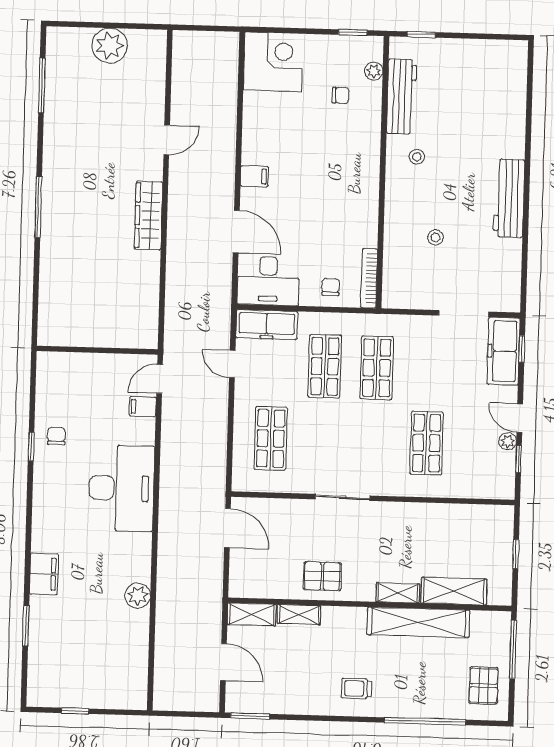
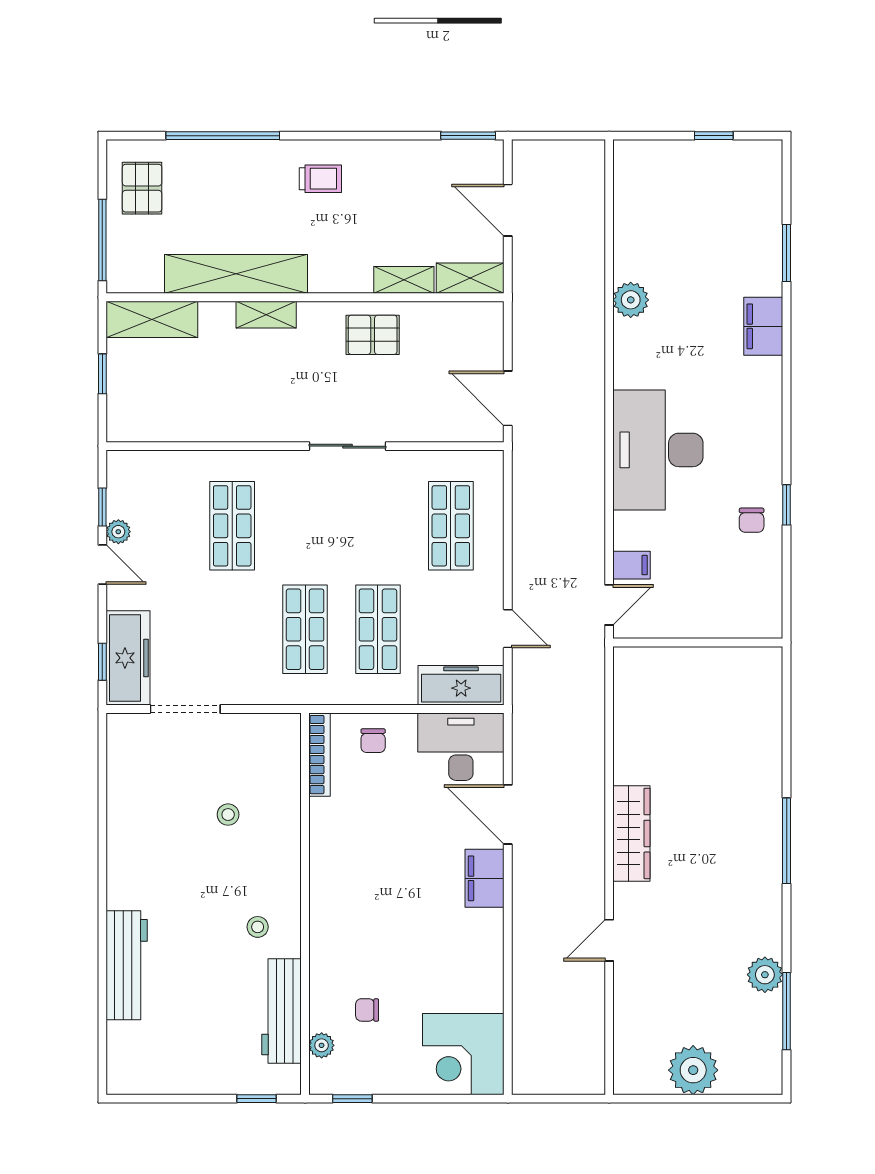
plant: (56, 112) -> (765, 975), added
filing cabinet: (254, 176) -> (485, 878), width x2.00
workbench: (509, 198) -> (127, 965), moved
shelving: (454, 591) -> (152, 319), moved

